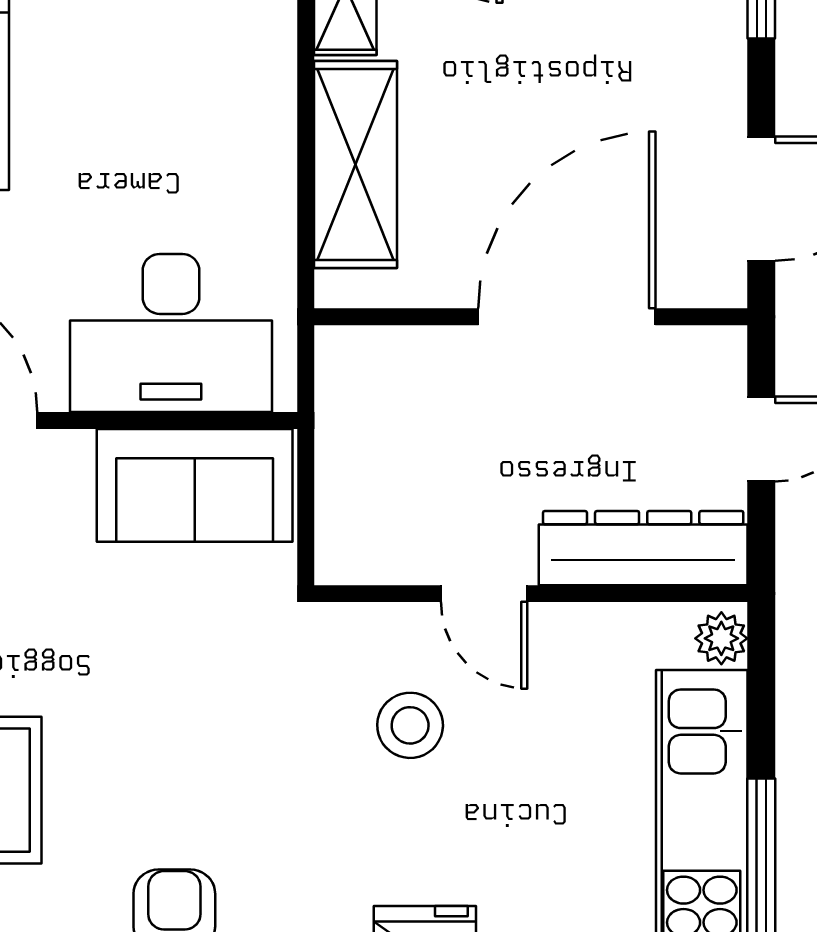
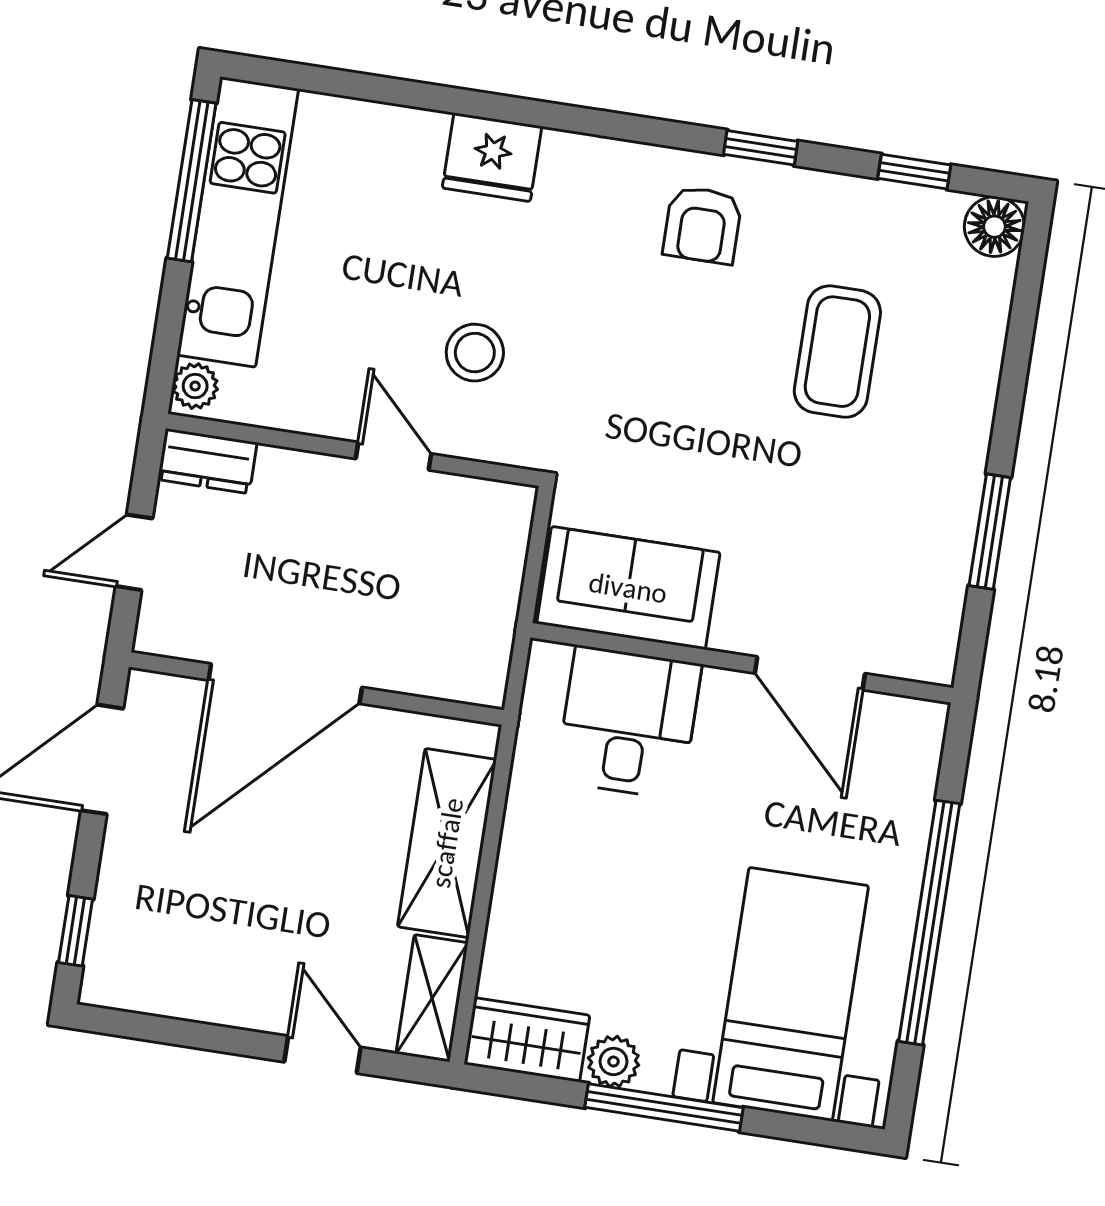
desk: (171, 333) -> (628, 722), width x0.73
dresser: (643, 548) -> (207, 461), width x0.51, depth x0.80

